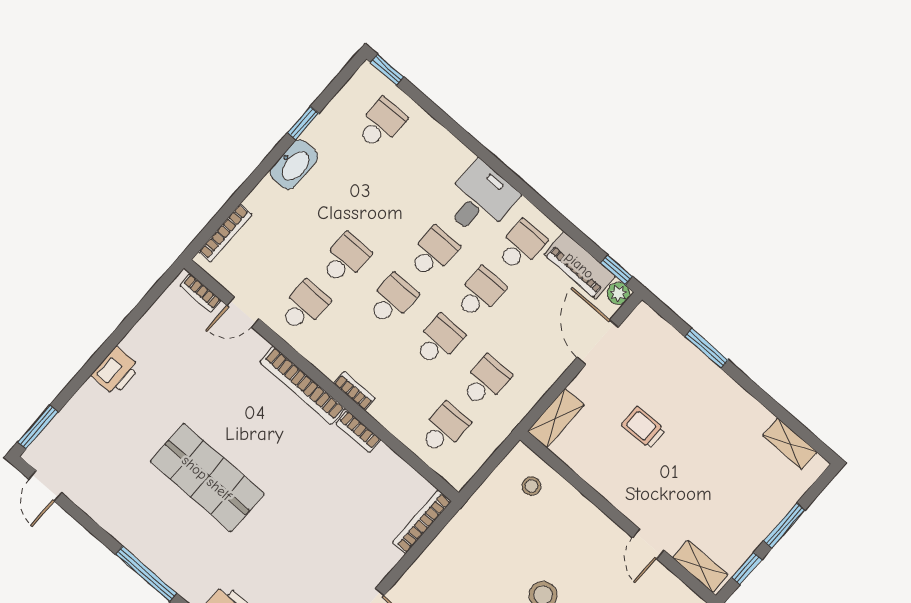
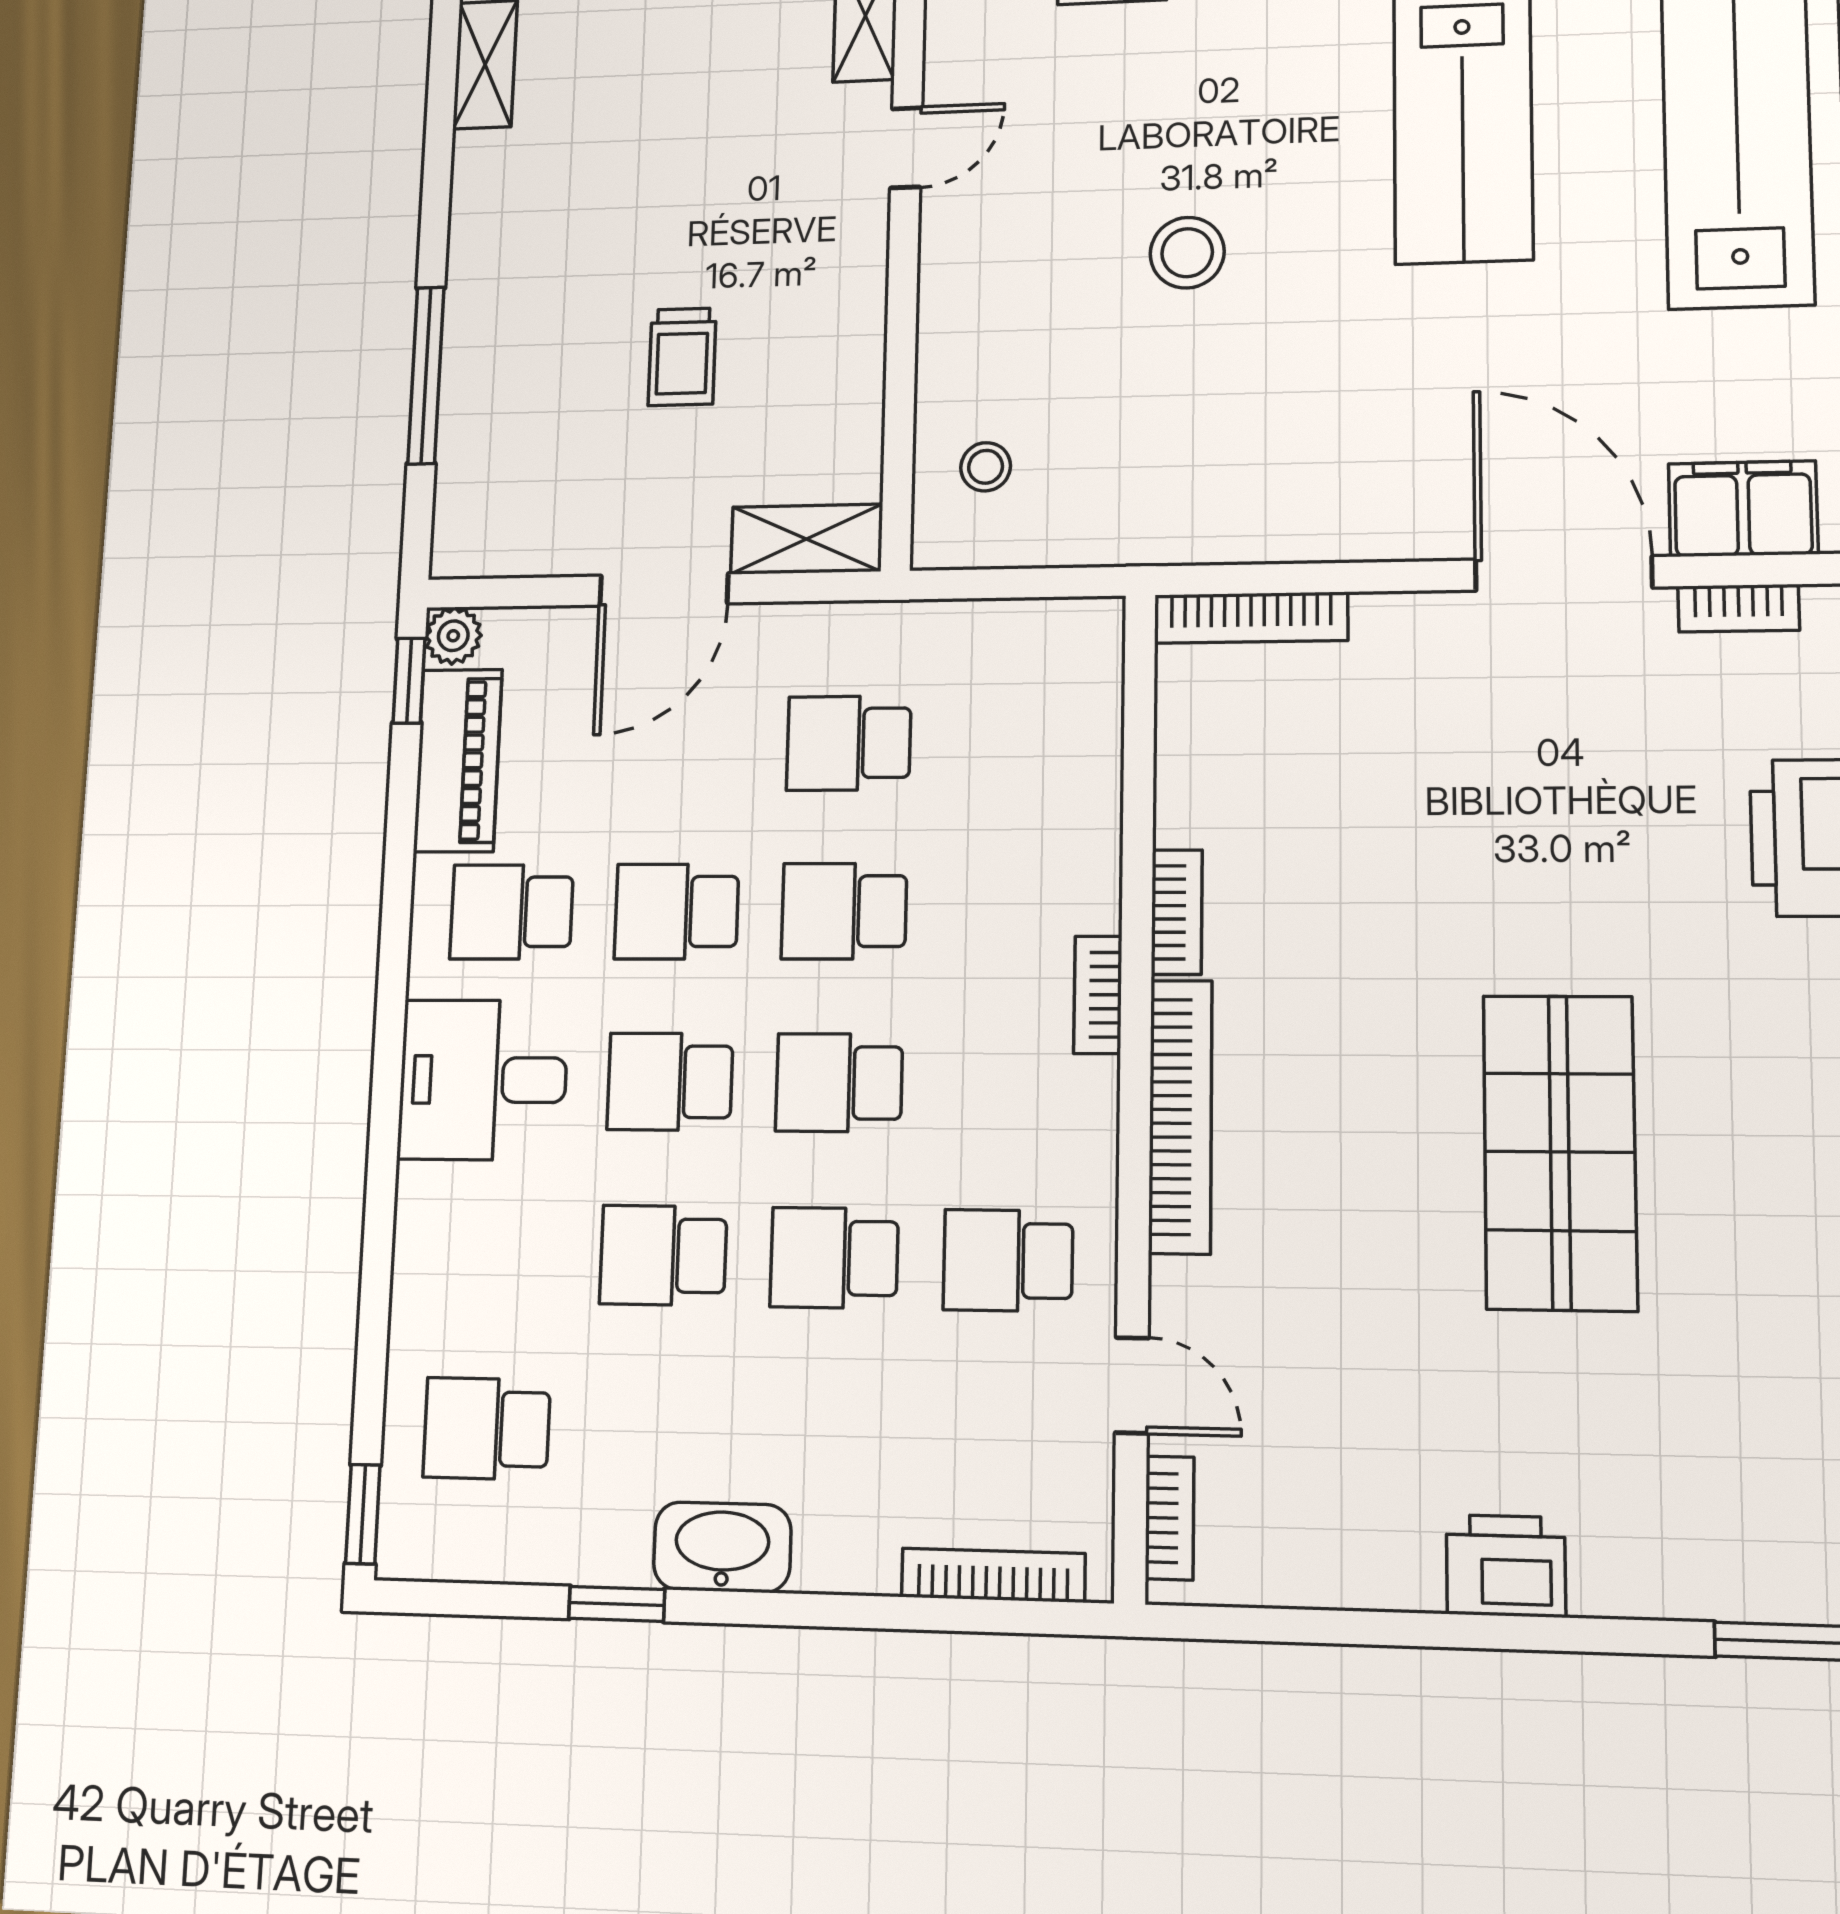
door: (598, 342) -> (664, 589), moved
window: (706, 348) -> (426, 375), width x1.44
school desk: (444, 428) -> (663, 1255), moved

